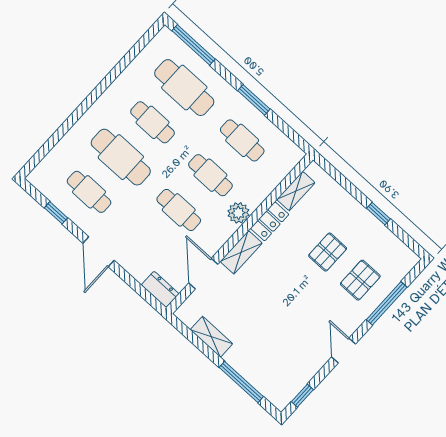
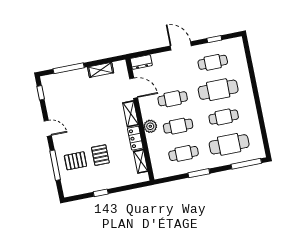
pallet: (360, 280) -> (75, 161), turned 90

